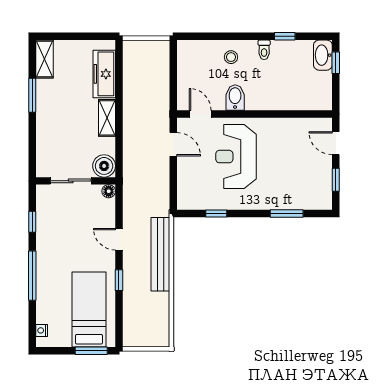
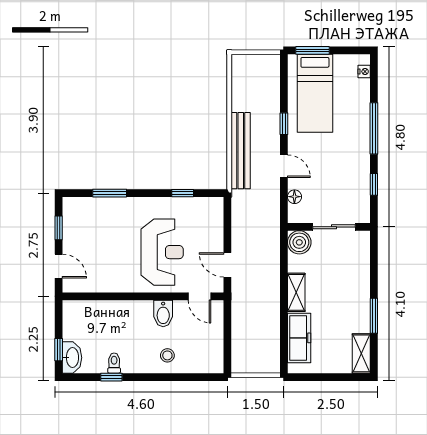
toilet: (264, 50) -> (114, 363), moved
floor lamp: (109, 191) -> (294, 197), moved

